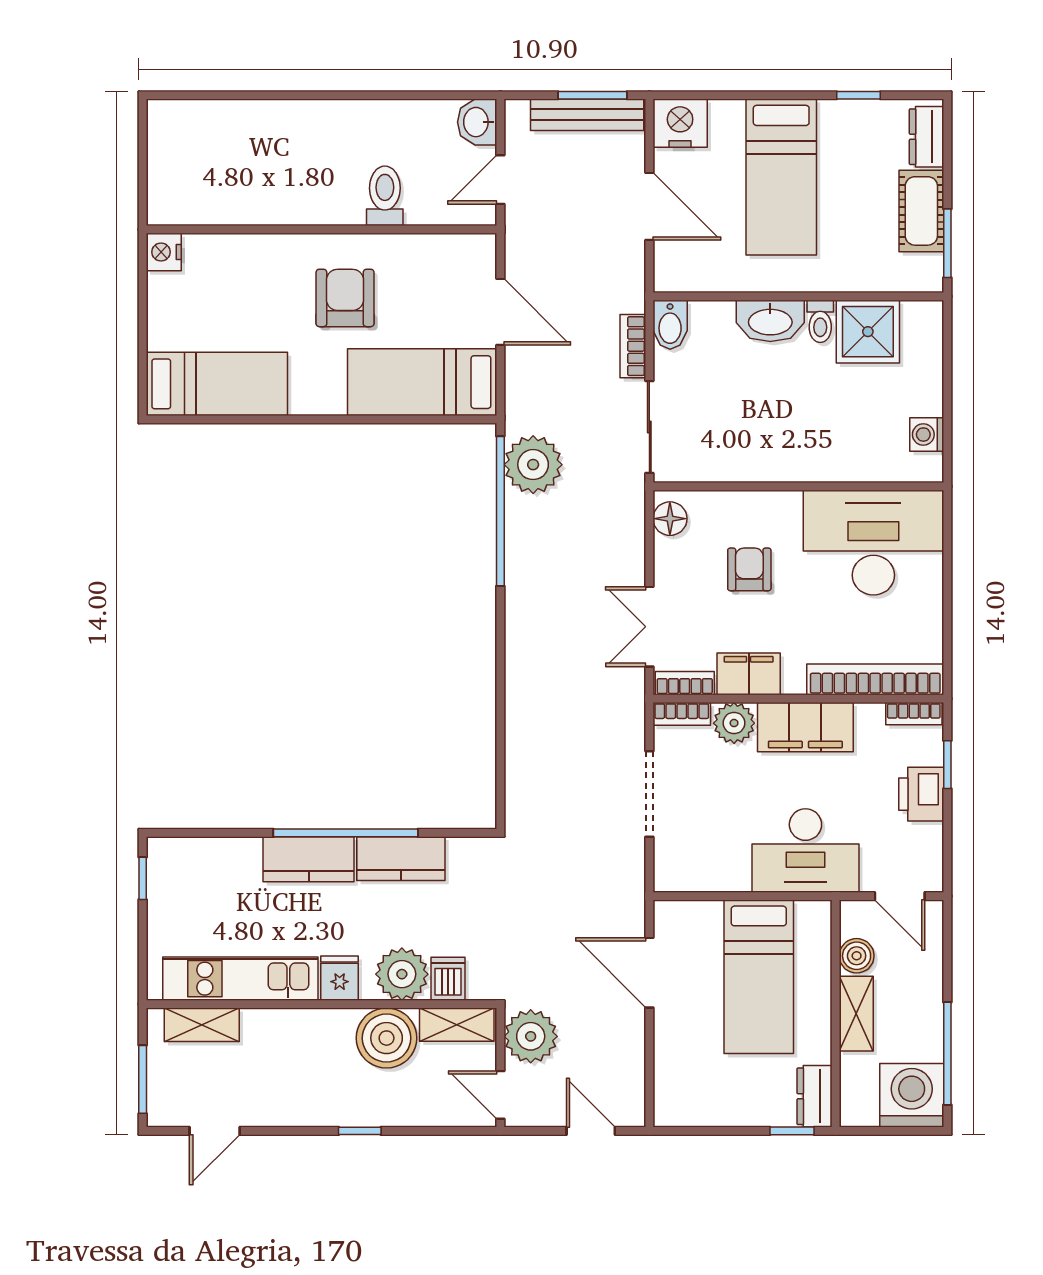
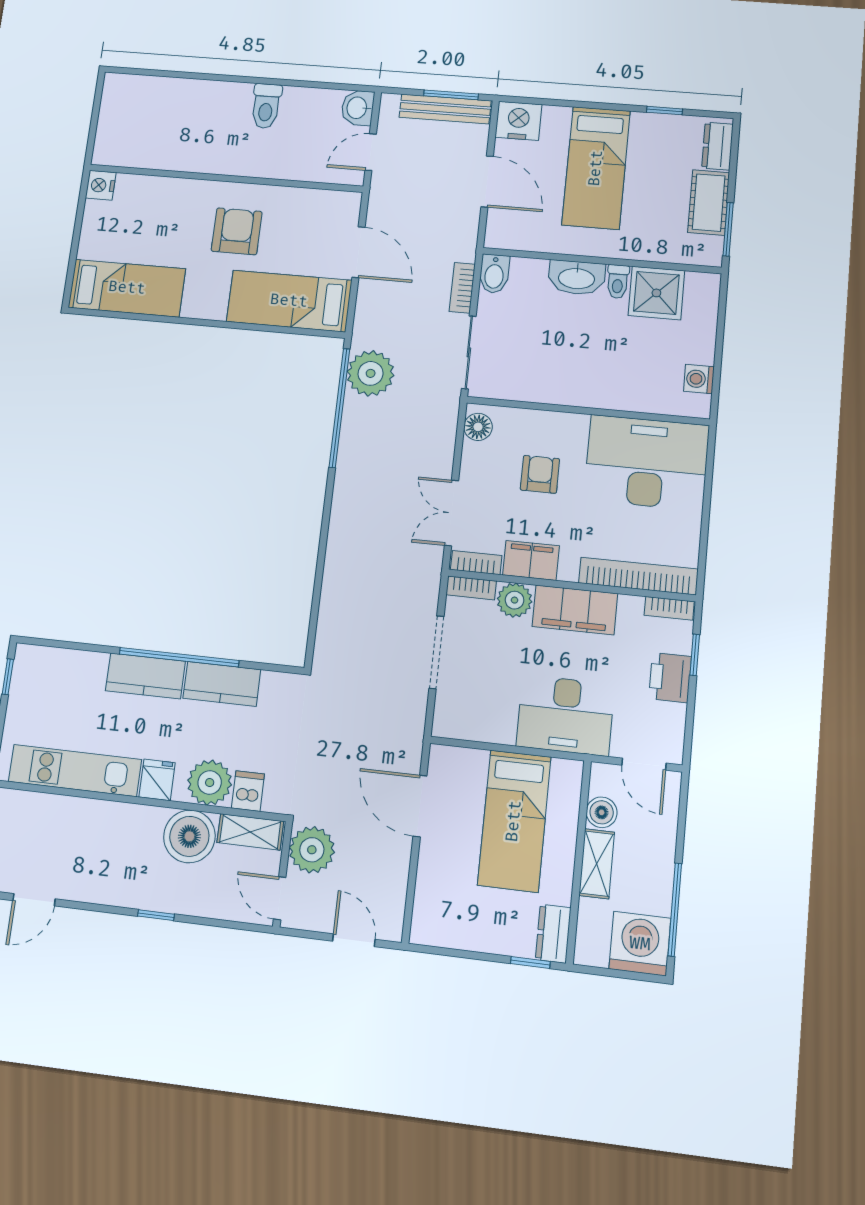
toilet: (385, 196) -> (266, 106), moved, turned 180
shelving: (202, 1025) -> (37, 806), removed

